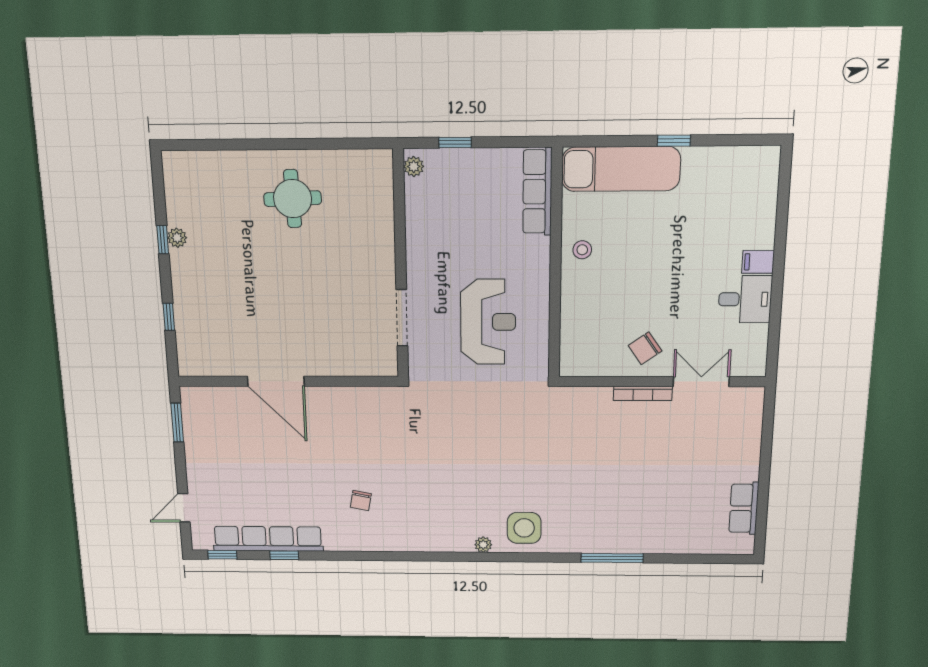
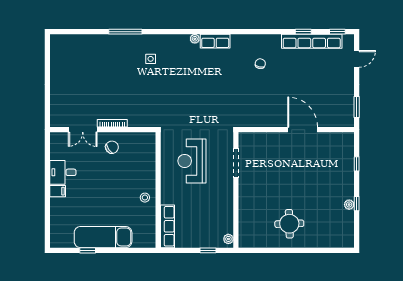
window: (674, 141) -> (88, 250), moved
exam couch: (621, 169) -> (103, 237), moved
row of seats: (744, 508) -> (215, 41), moved, turned 90
side table: (524, 528) -> (151, 59), moved, width x0.54, depth x0.54

